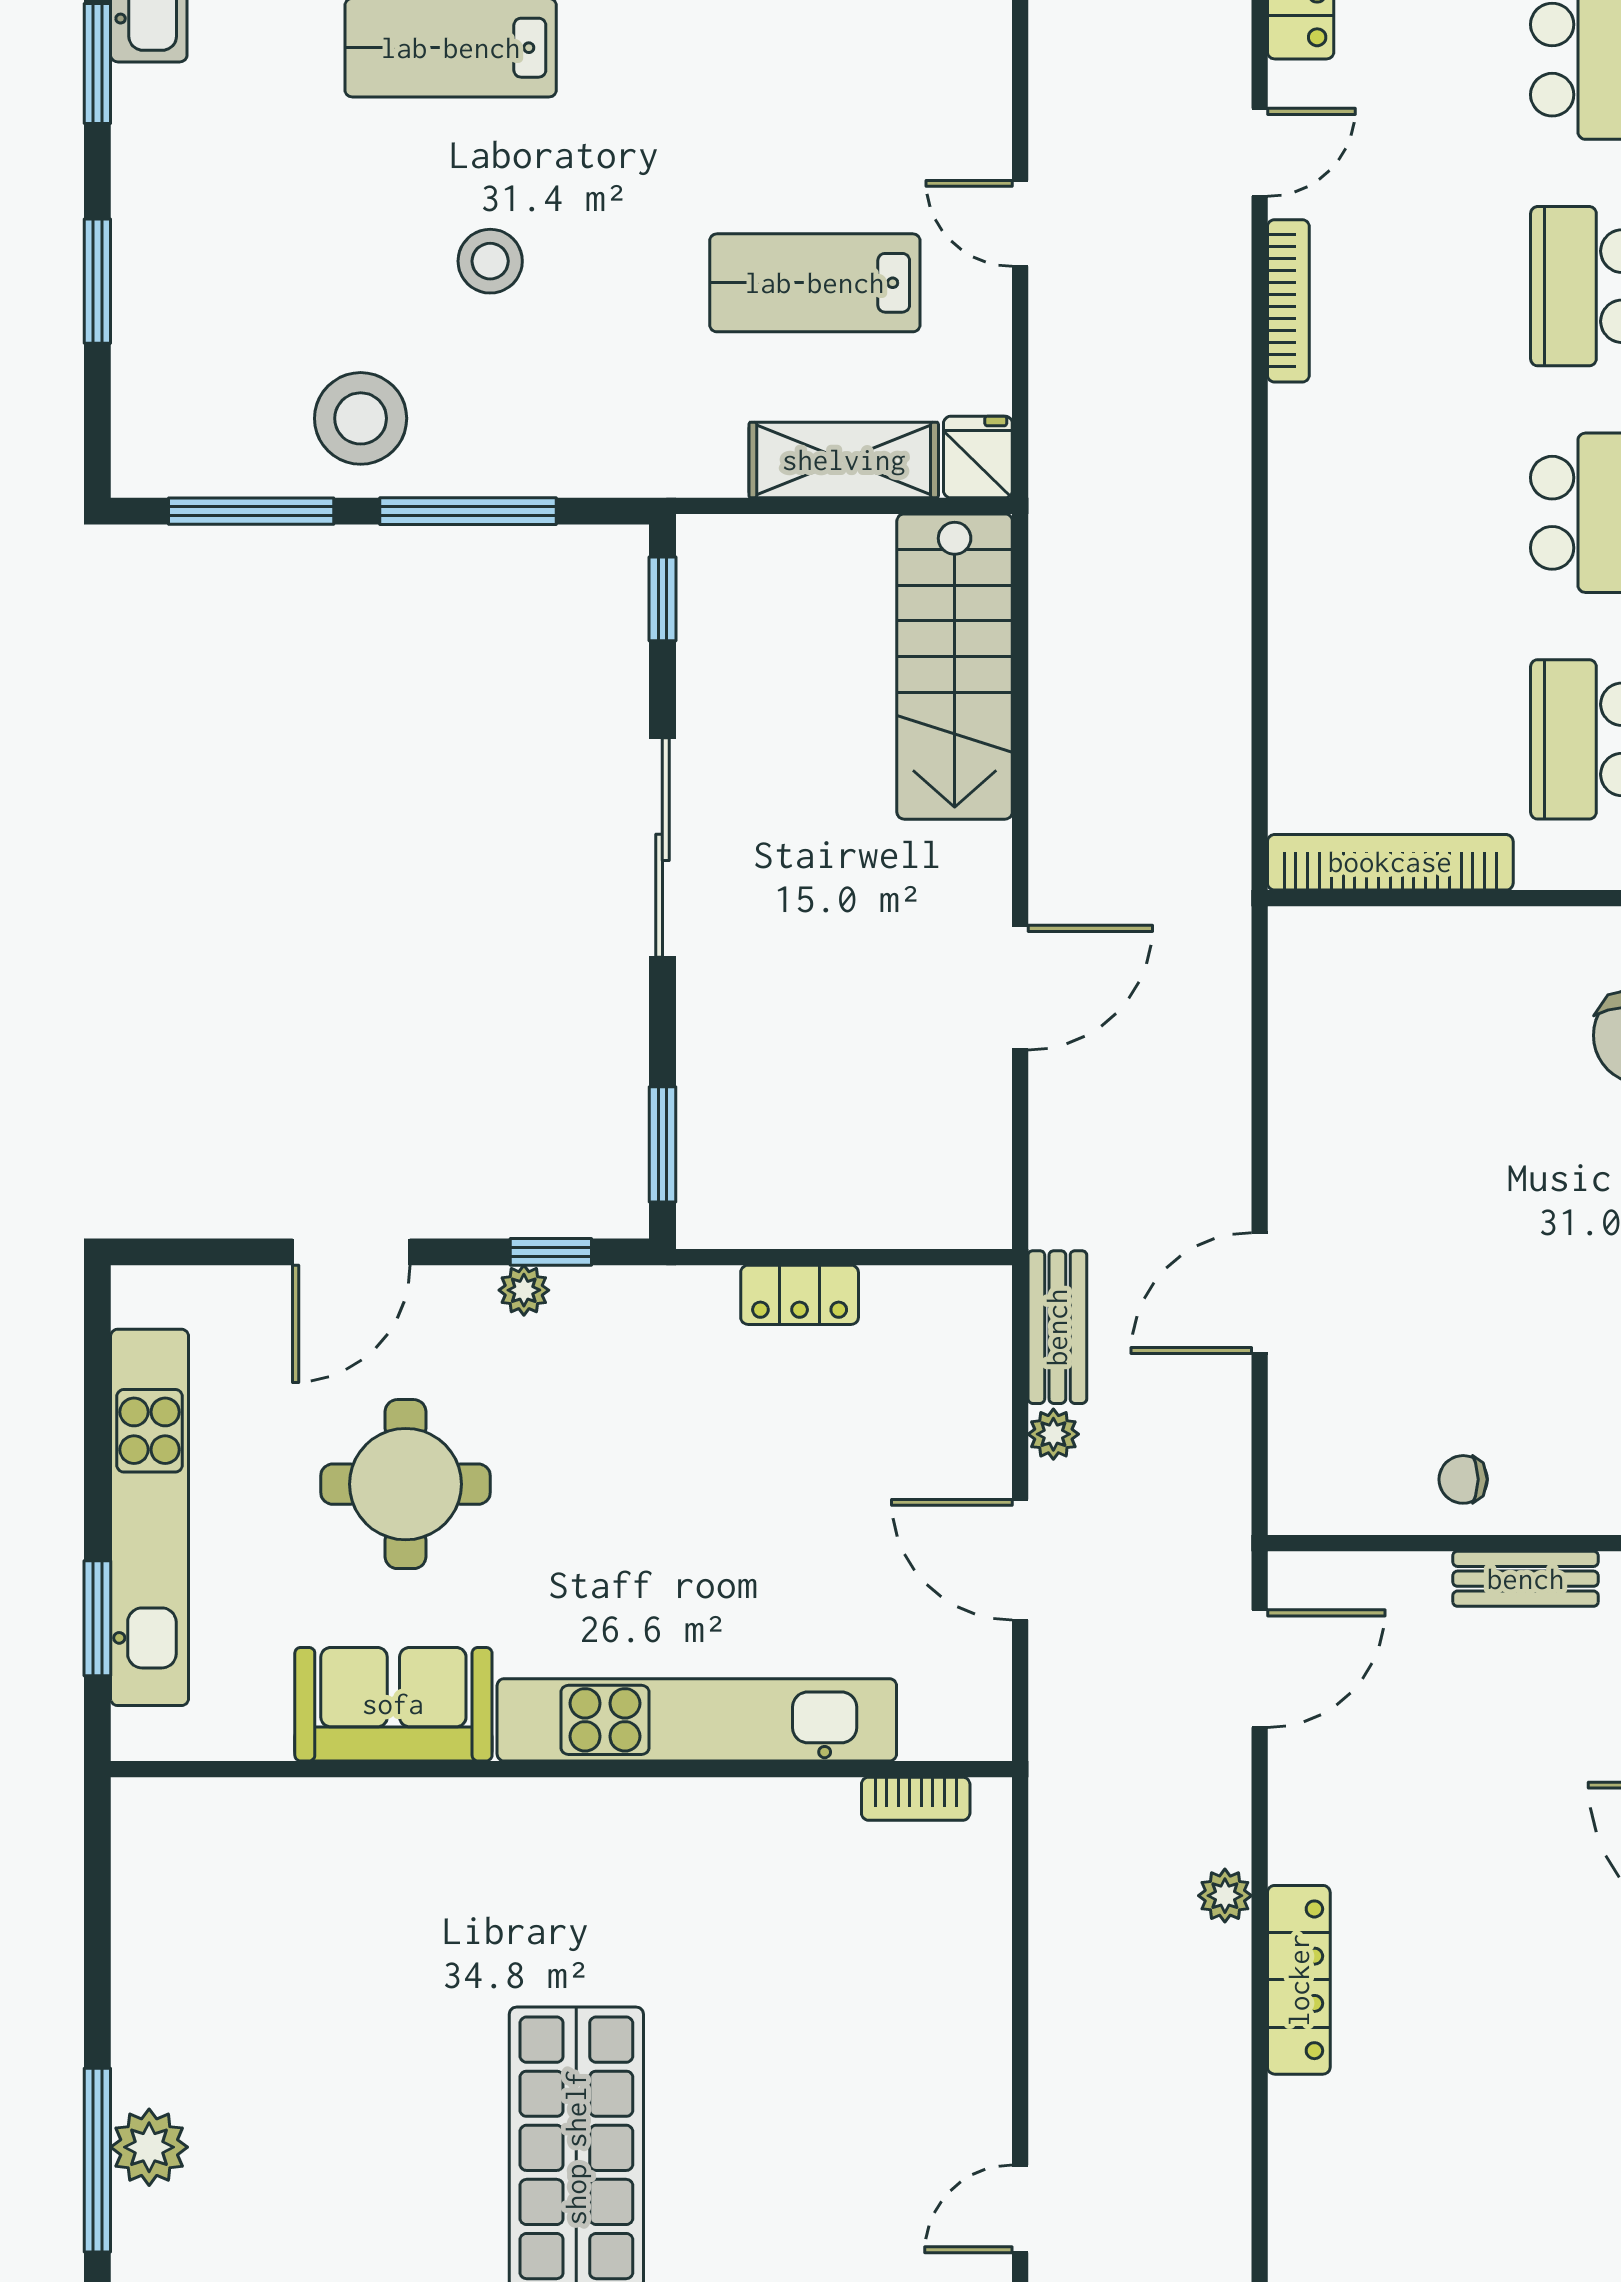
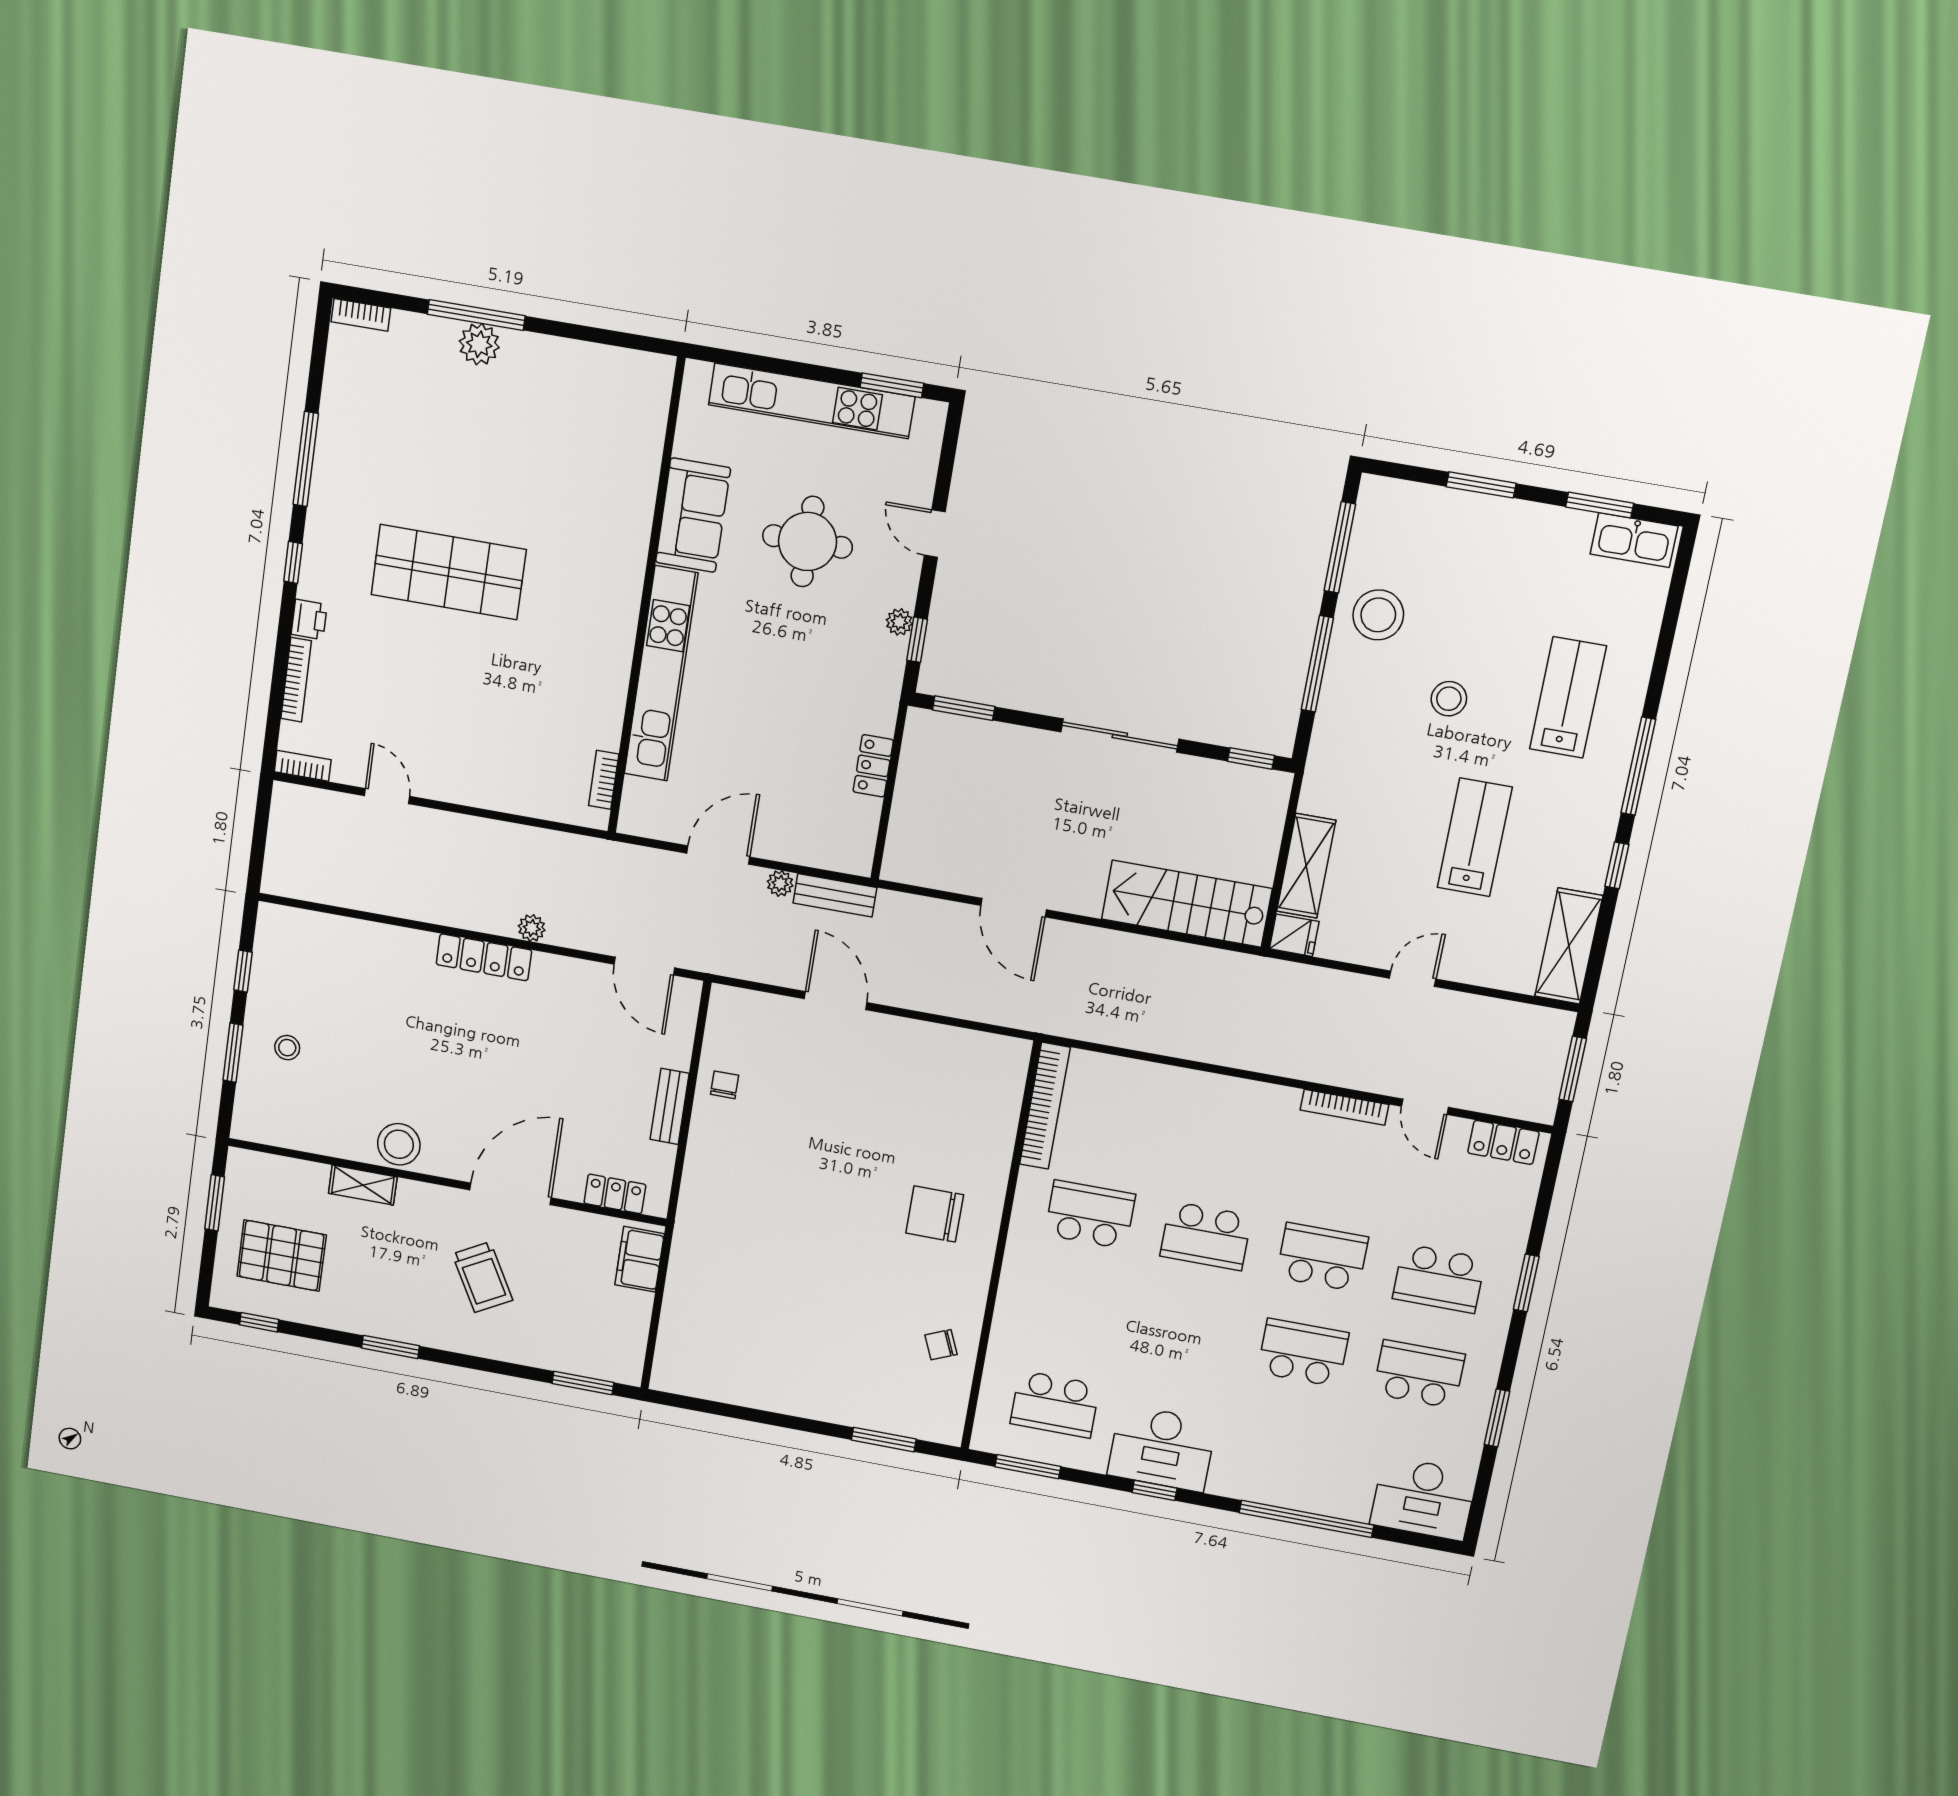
lab bench: (815, 283) -> (1475, 837), moved
door: (351, 1252) -> (935, 534), width x0.73
window: (97, 1618) -> (892, 385), moved

